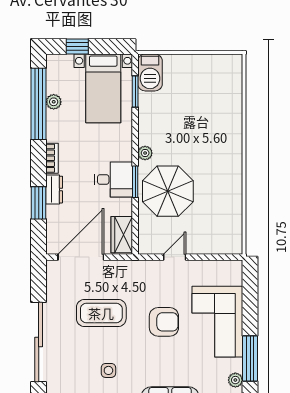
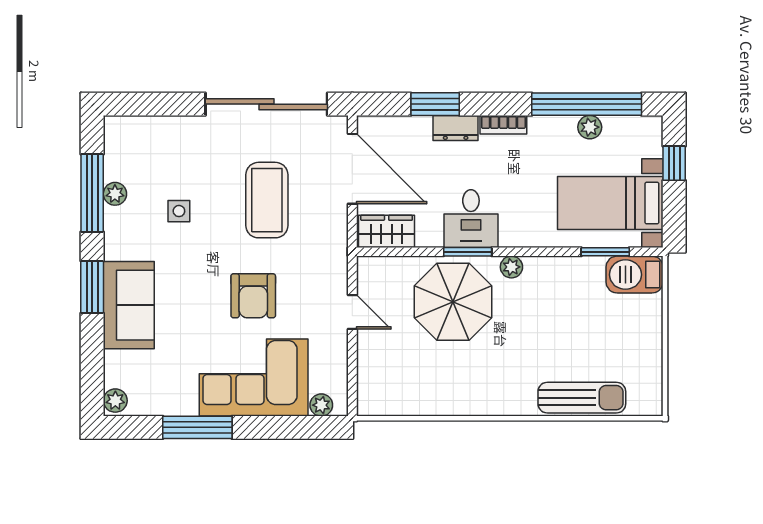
sun lounger: (231, 107) -> (582, 398), added
sliding door: (39, 342) -> (266, 104), moved
plant: (235, 380) -> (321, 405), moved

